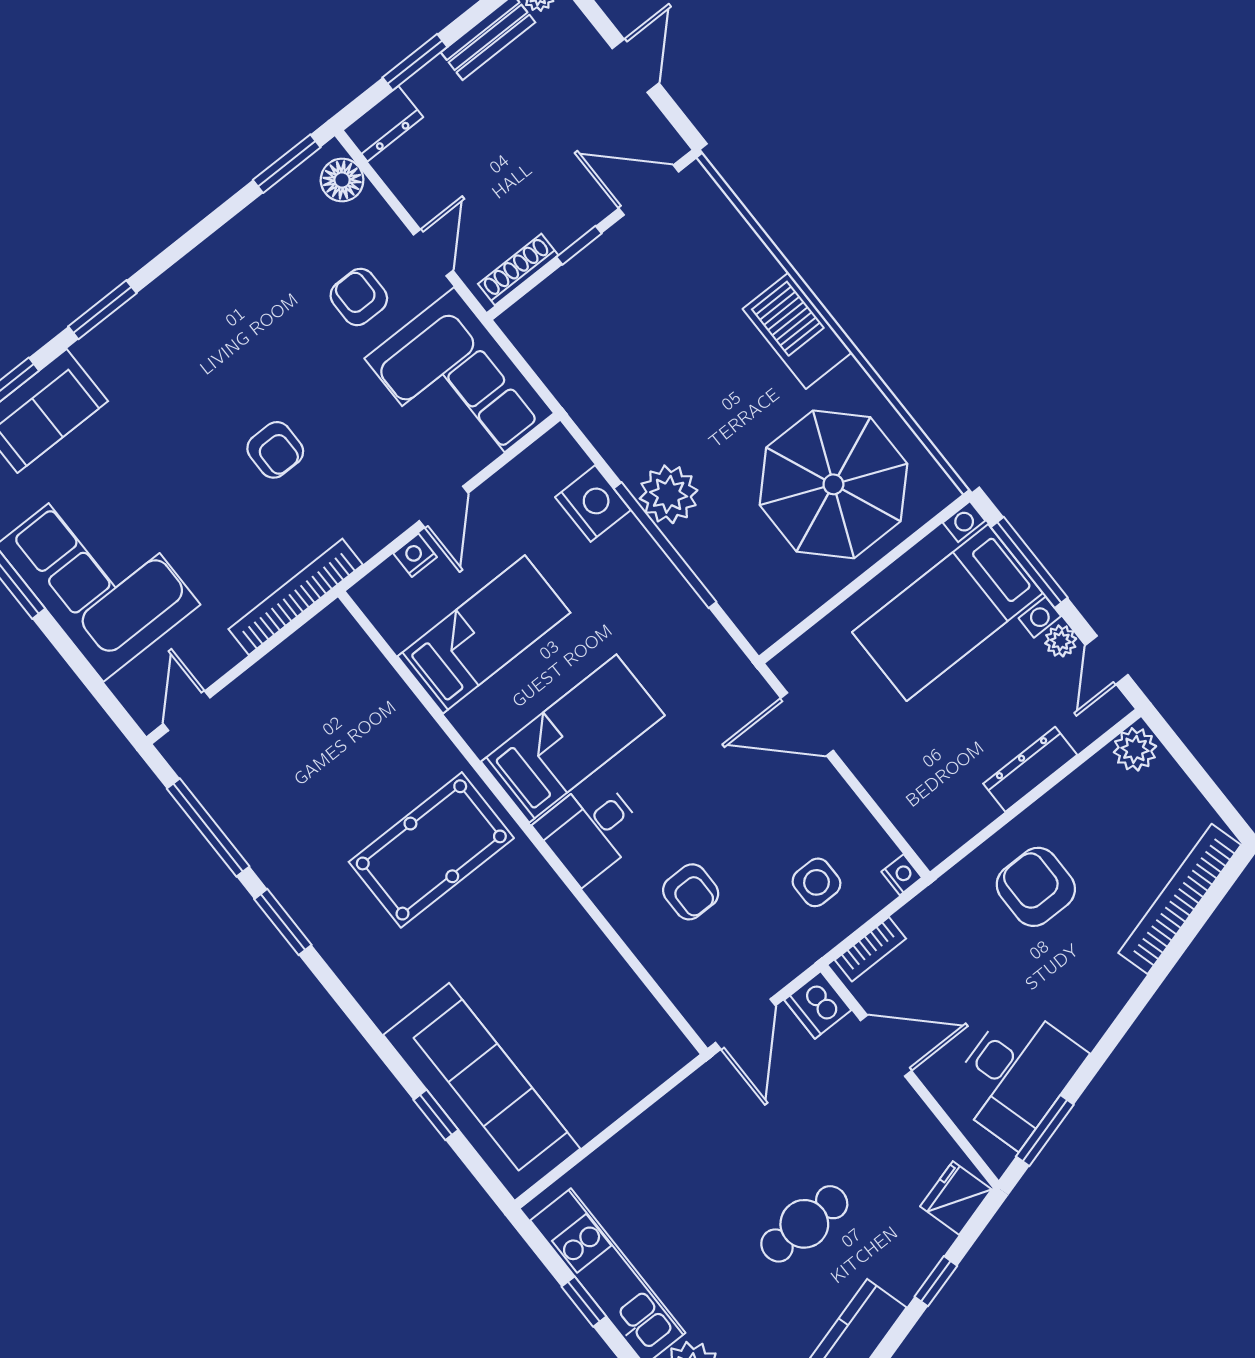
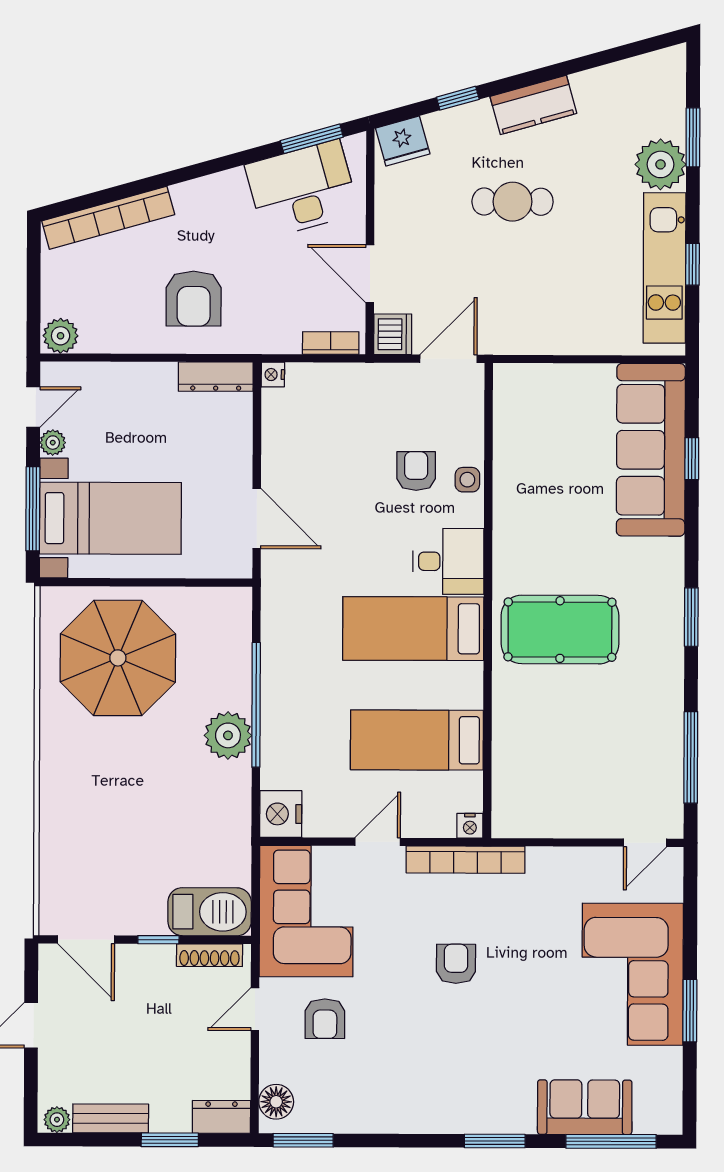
barbecue: (797, 331) -> (210, 912), moved, turned -90
nightstand: (593, 504) -> (281, 814), moved
nightstand: (415, 555) -> (470, 826), moved
bookcase: (296, 597) -> (466, 860), moved
dresser: (1030, 769) -> (216, 377), moved
side table: (816, 882) -> (467, 480), moved, width x0.73, depth x0.73
window: (283, 922) -> (691, 617), moved

